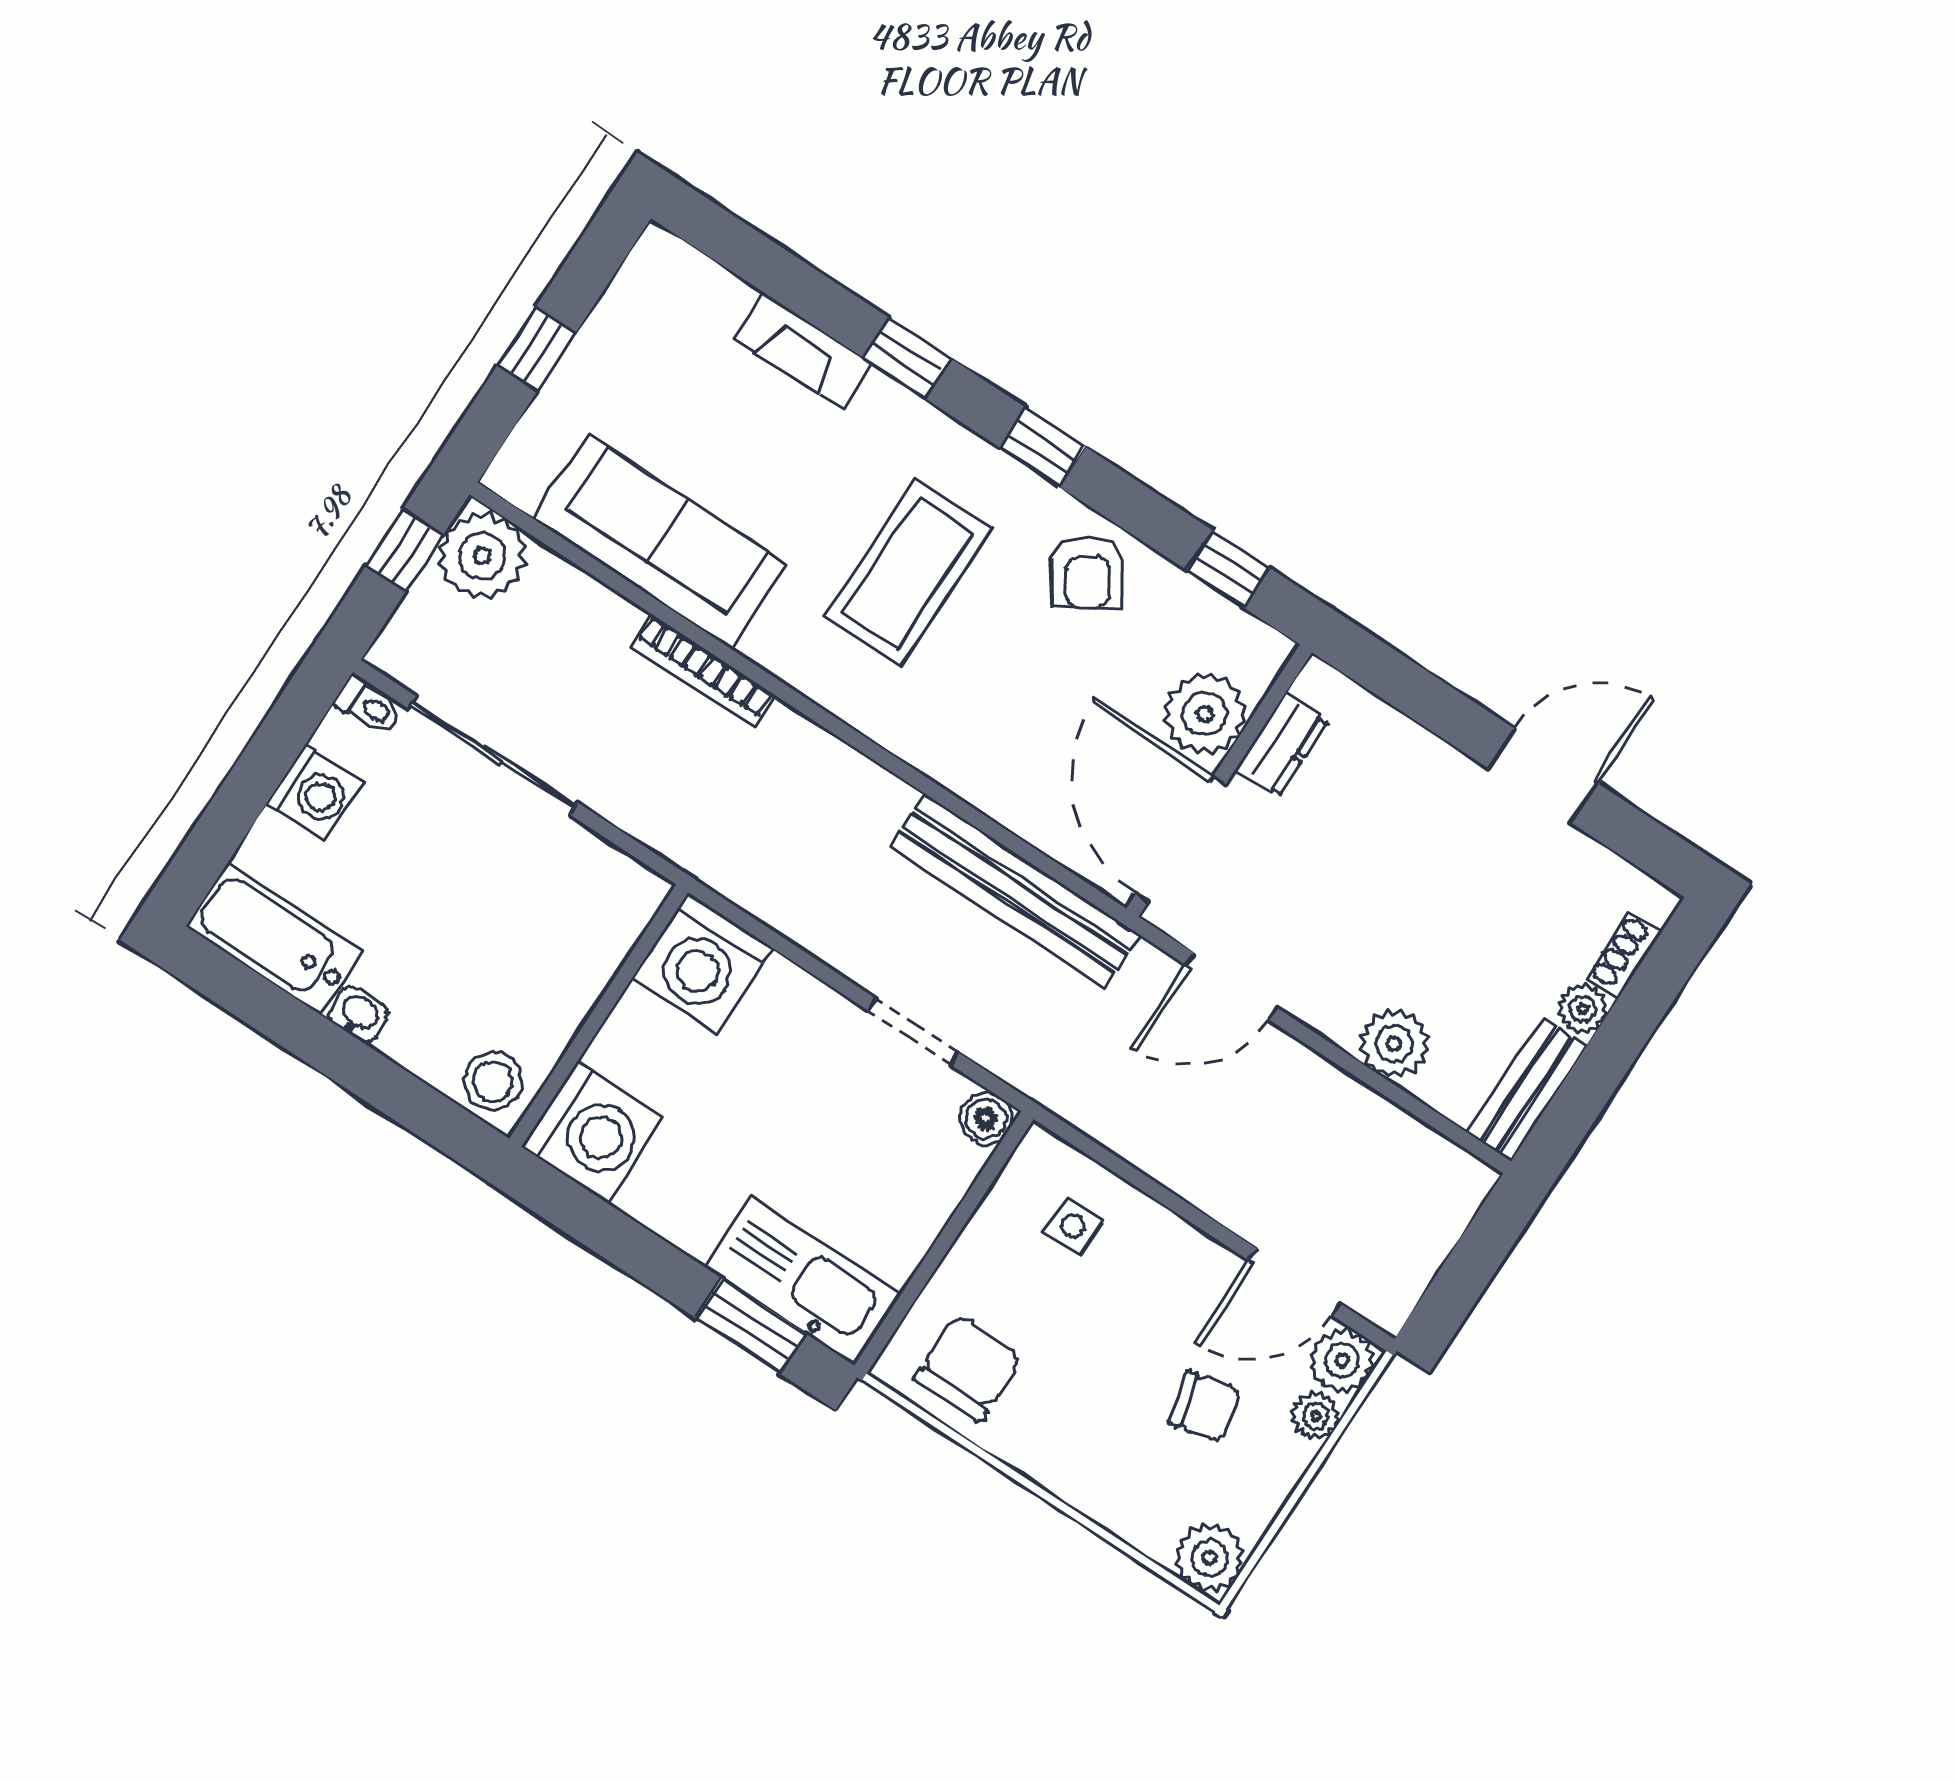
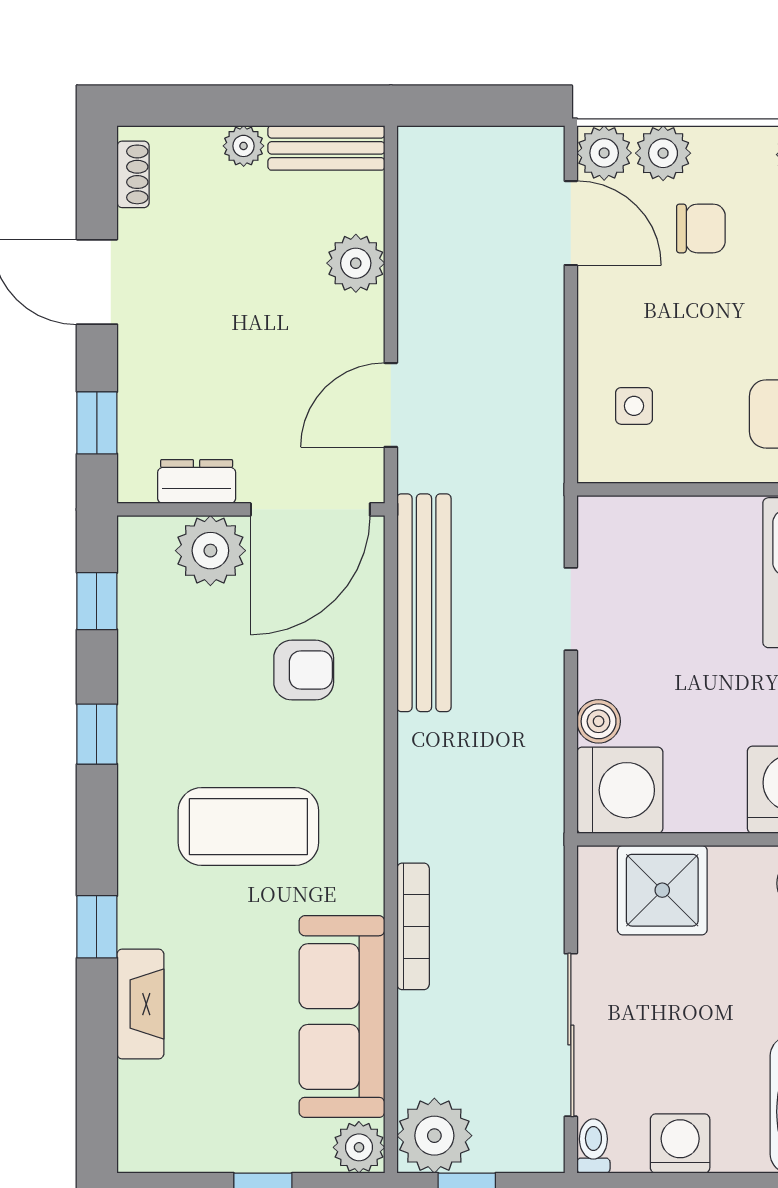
window: (1042, 447) -> (97, 734), moved
plant: (519, 474) -> (359, 1147), added
armchair: (1088, 572) -> (304, 670), moved, turned 33
window: (1404, 685) -> (97, 423), added
shower: (577, 940) -> (662, 890), added
shoe rack: (1624, 955) -> (133, 174), moved, turned -90
door: (1232, 986) -> (391, 405), swing flipped
boiler: (986, 1119) -> (599, 721), moved
chair: (1205, 1407) -> (701, 228), turned 103
plant: (1316, 1416) -> (663, 153), width x1.38, depth x1.38

